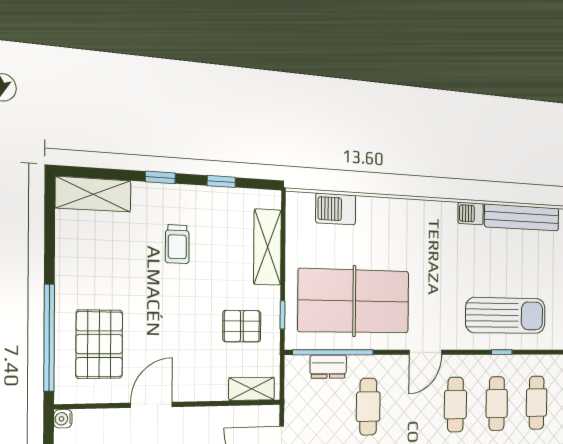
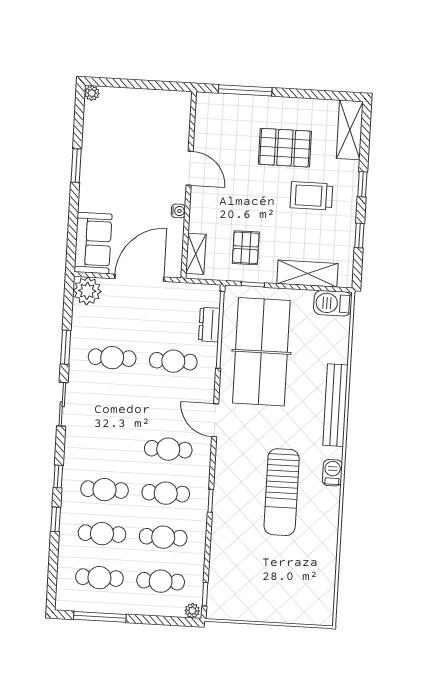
barbecue: (336, 209) -> (333, 303), moved, turned -90
bench: (522, 217) -> (335, 405), moved
trolley: (177, 244) -> (311, 196), width x1.36, depth x1.39
sun lounger: (506, 315) -> (282, 492), moved
window: (49, 338) -> (245, 90), width x0.68
pallet: (99, 344) -> (285, 148), moved
water cooler: (63, 419) -> (178, 211), moved, turned 90

